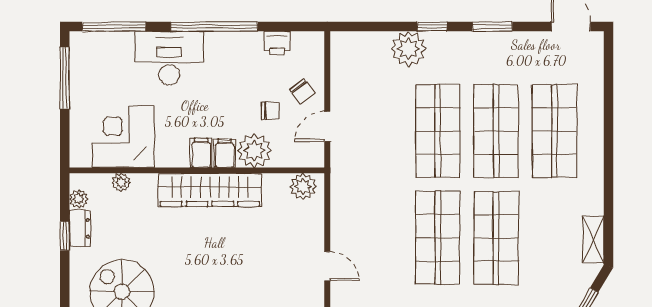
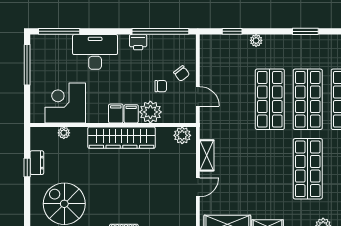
window: (214, 27) -> (160, 31), moved
window: (432, 27) -> (232, 31), moved
printer: (277, 43) -> (138, 42), moved
plant: (409, 49) -> (256, 40), width x0.53, depth x0.53
door: (327, 126) -> (198, 96), swing flipped
plant: (79, 199) -> (36, 143), removed
shelving: (341, 217) -> (207, 155), added
shop shelf: (438, 238) -> (270, 169), removed
door: (327, 266) -> (198, 187), hinge flipped

